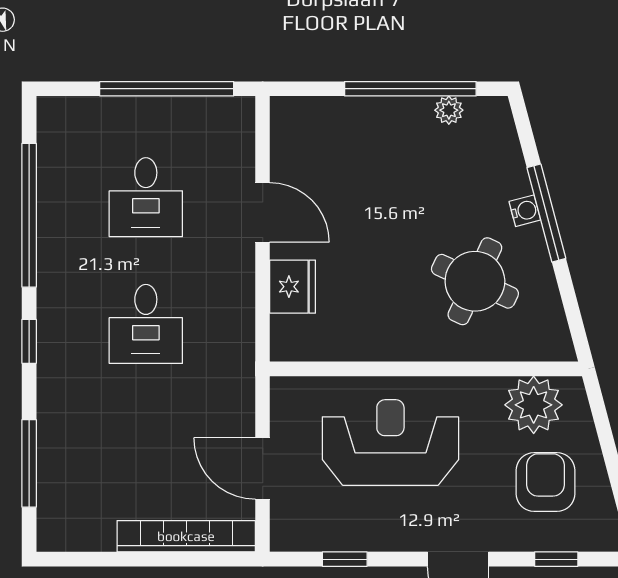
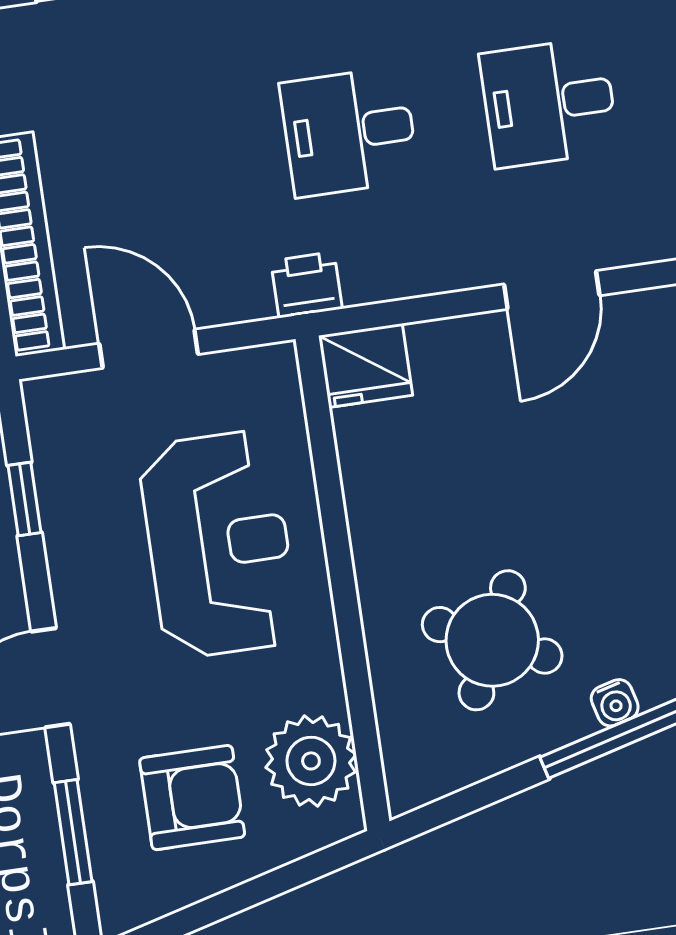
fridge: (293, 287) -> (365, 365), moved
printer: (237, 364) -> (306, 285), added
door: (263, 468) -> (149, 349), hinge flipped
window: (556, 559) -> (73, 832), width x1.50

